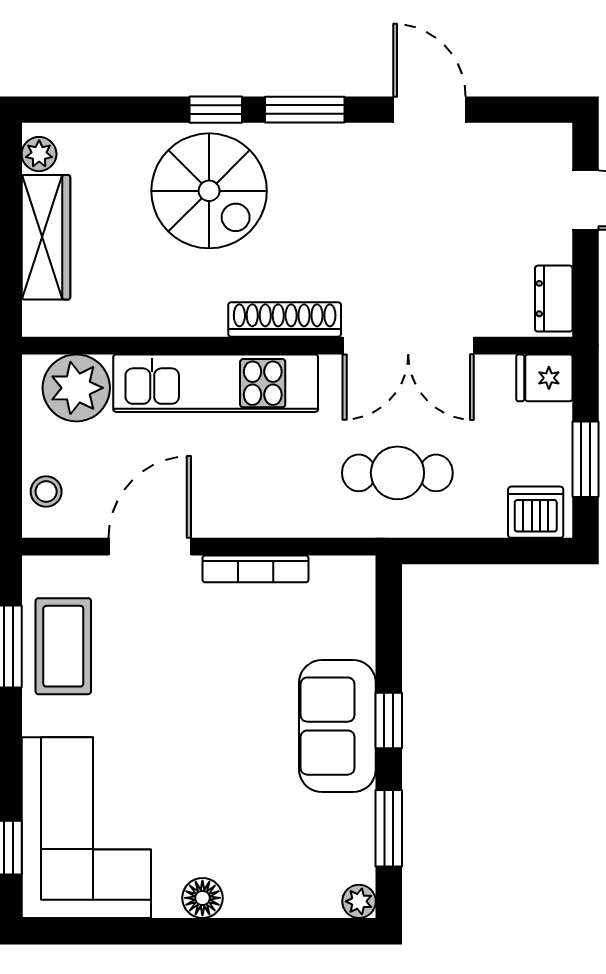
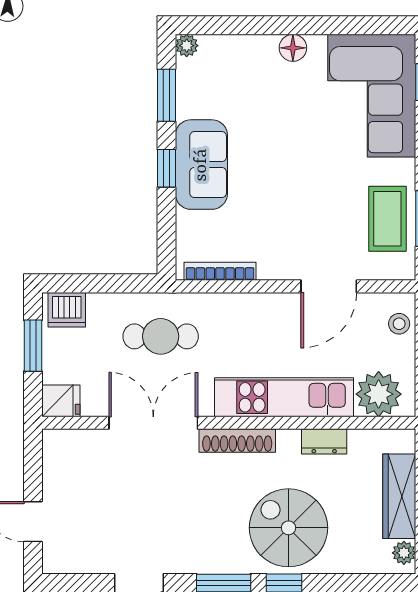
dresser: (554, 299) -> (324, 441), moved, turned 90
bookcase: (255, 569) -> (220, 271), moved

